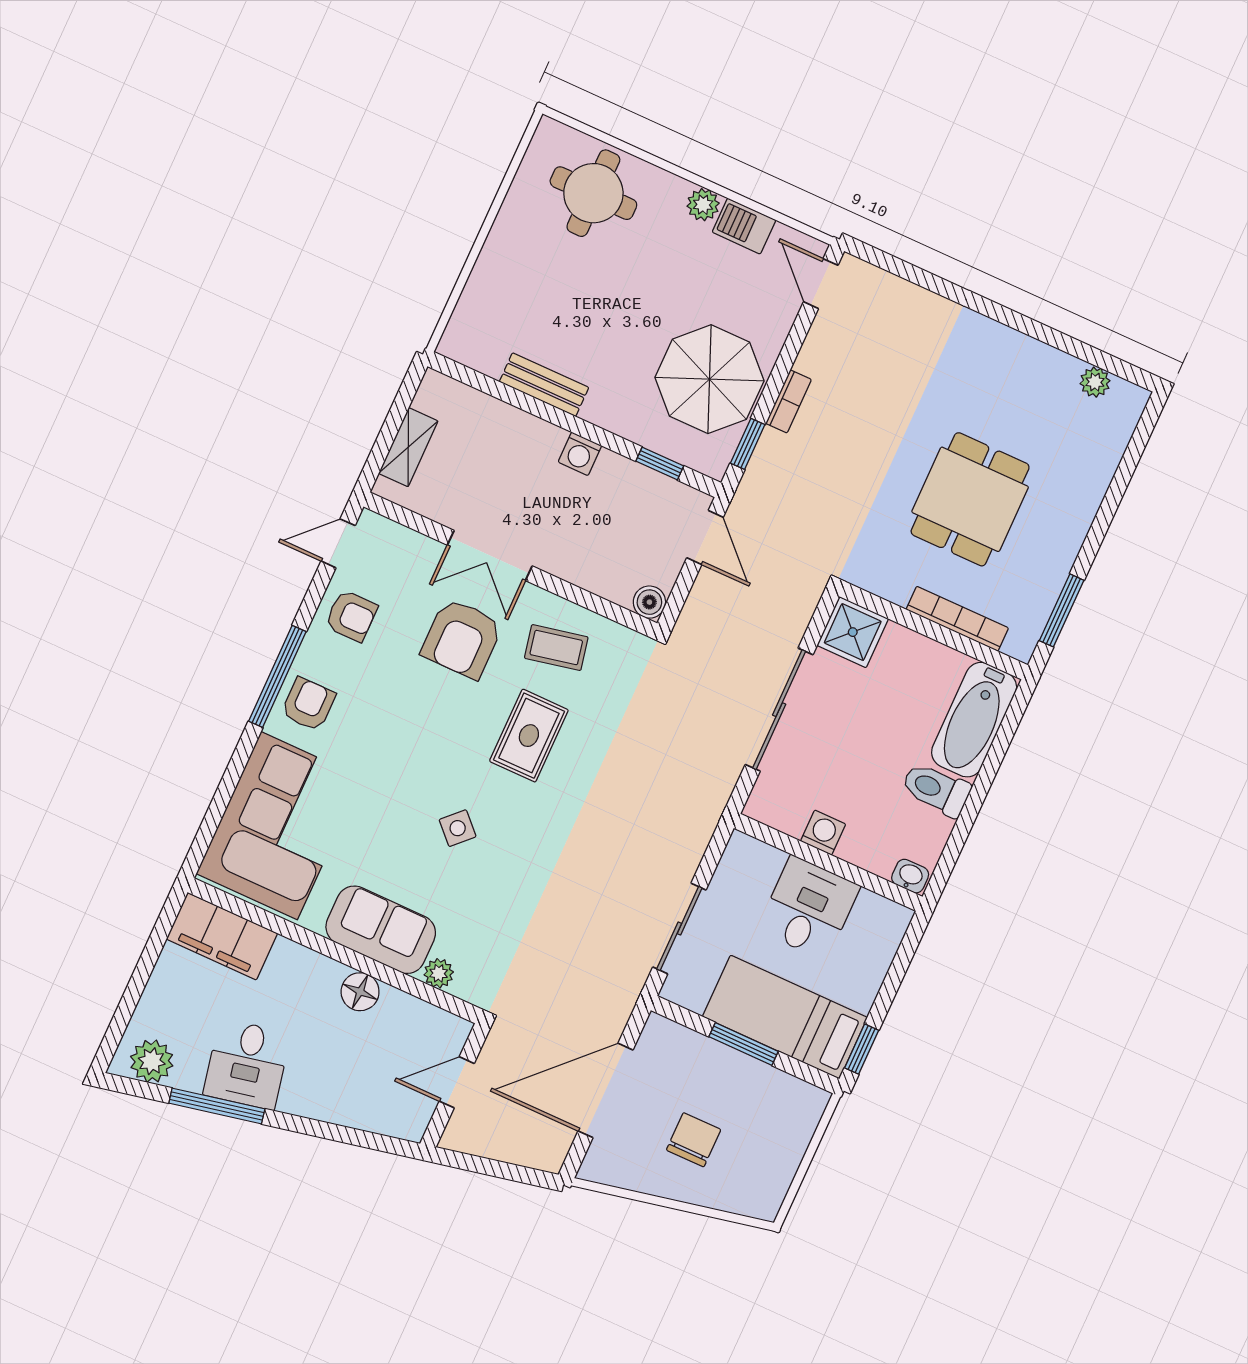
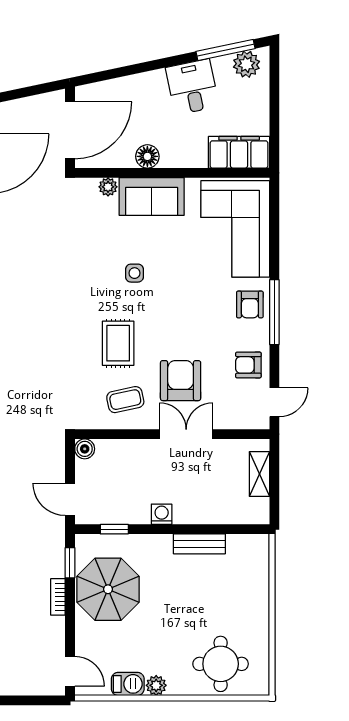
side table: (458, 828) -> (134, 273), turned 45
door: (457, 1082) -> (70, 130), width x1.88
window: (217, 1106) -> (226, 50), moved

